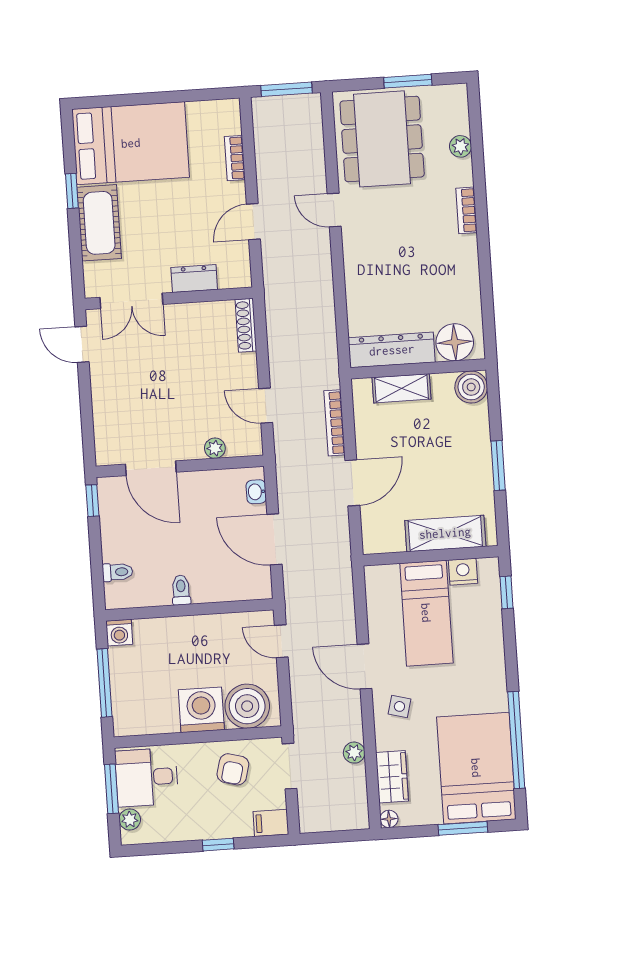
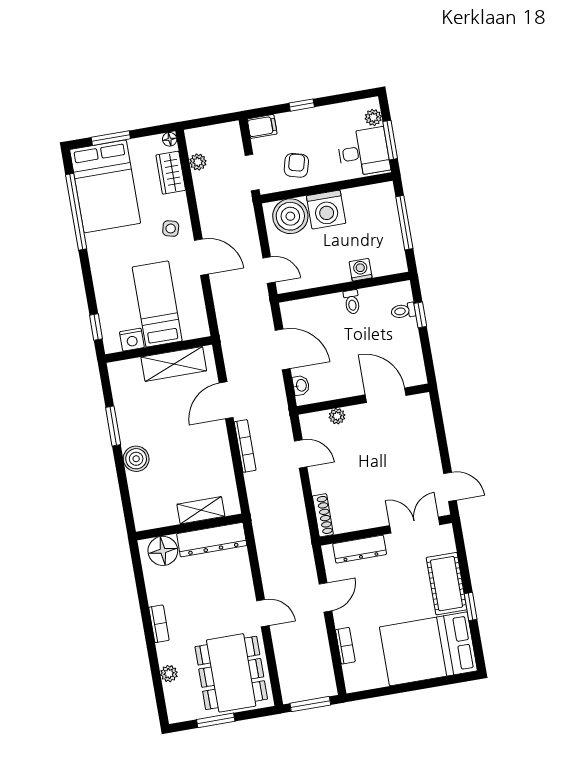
dresser: (194, 279) -> (360, 549), width x1.44
floor lamp: (455, 342) -> (163, 551), moved
dresser: (392, 350) -> (212, 540), moved
wall: (418, 369) -> (189, 527), moved
boiler: (471, 387) -> (136, 459), moved
shelving: (401, 388) -> (201, 510), moved
window: (92, 501) -> (420, 315), moved
shelving: (445, 533) -> (174, 364), moved
washing machine: (119, 633) -> (361, 270), moved
plant: (354, 753) -> (198, 162), moved

